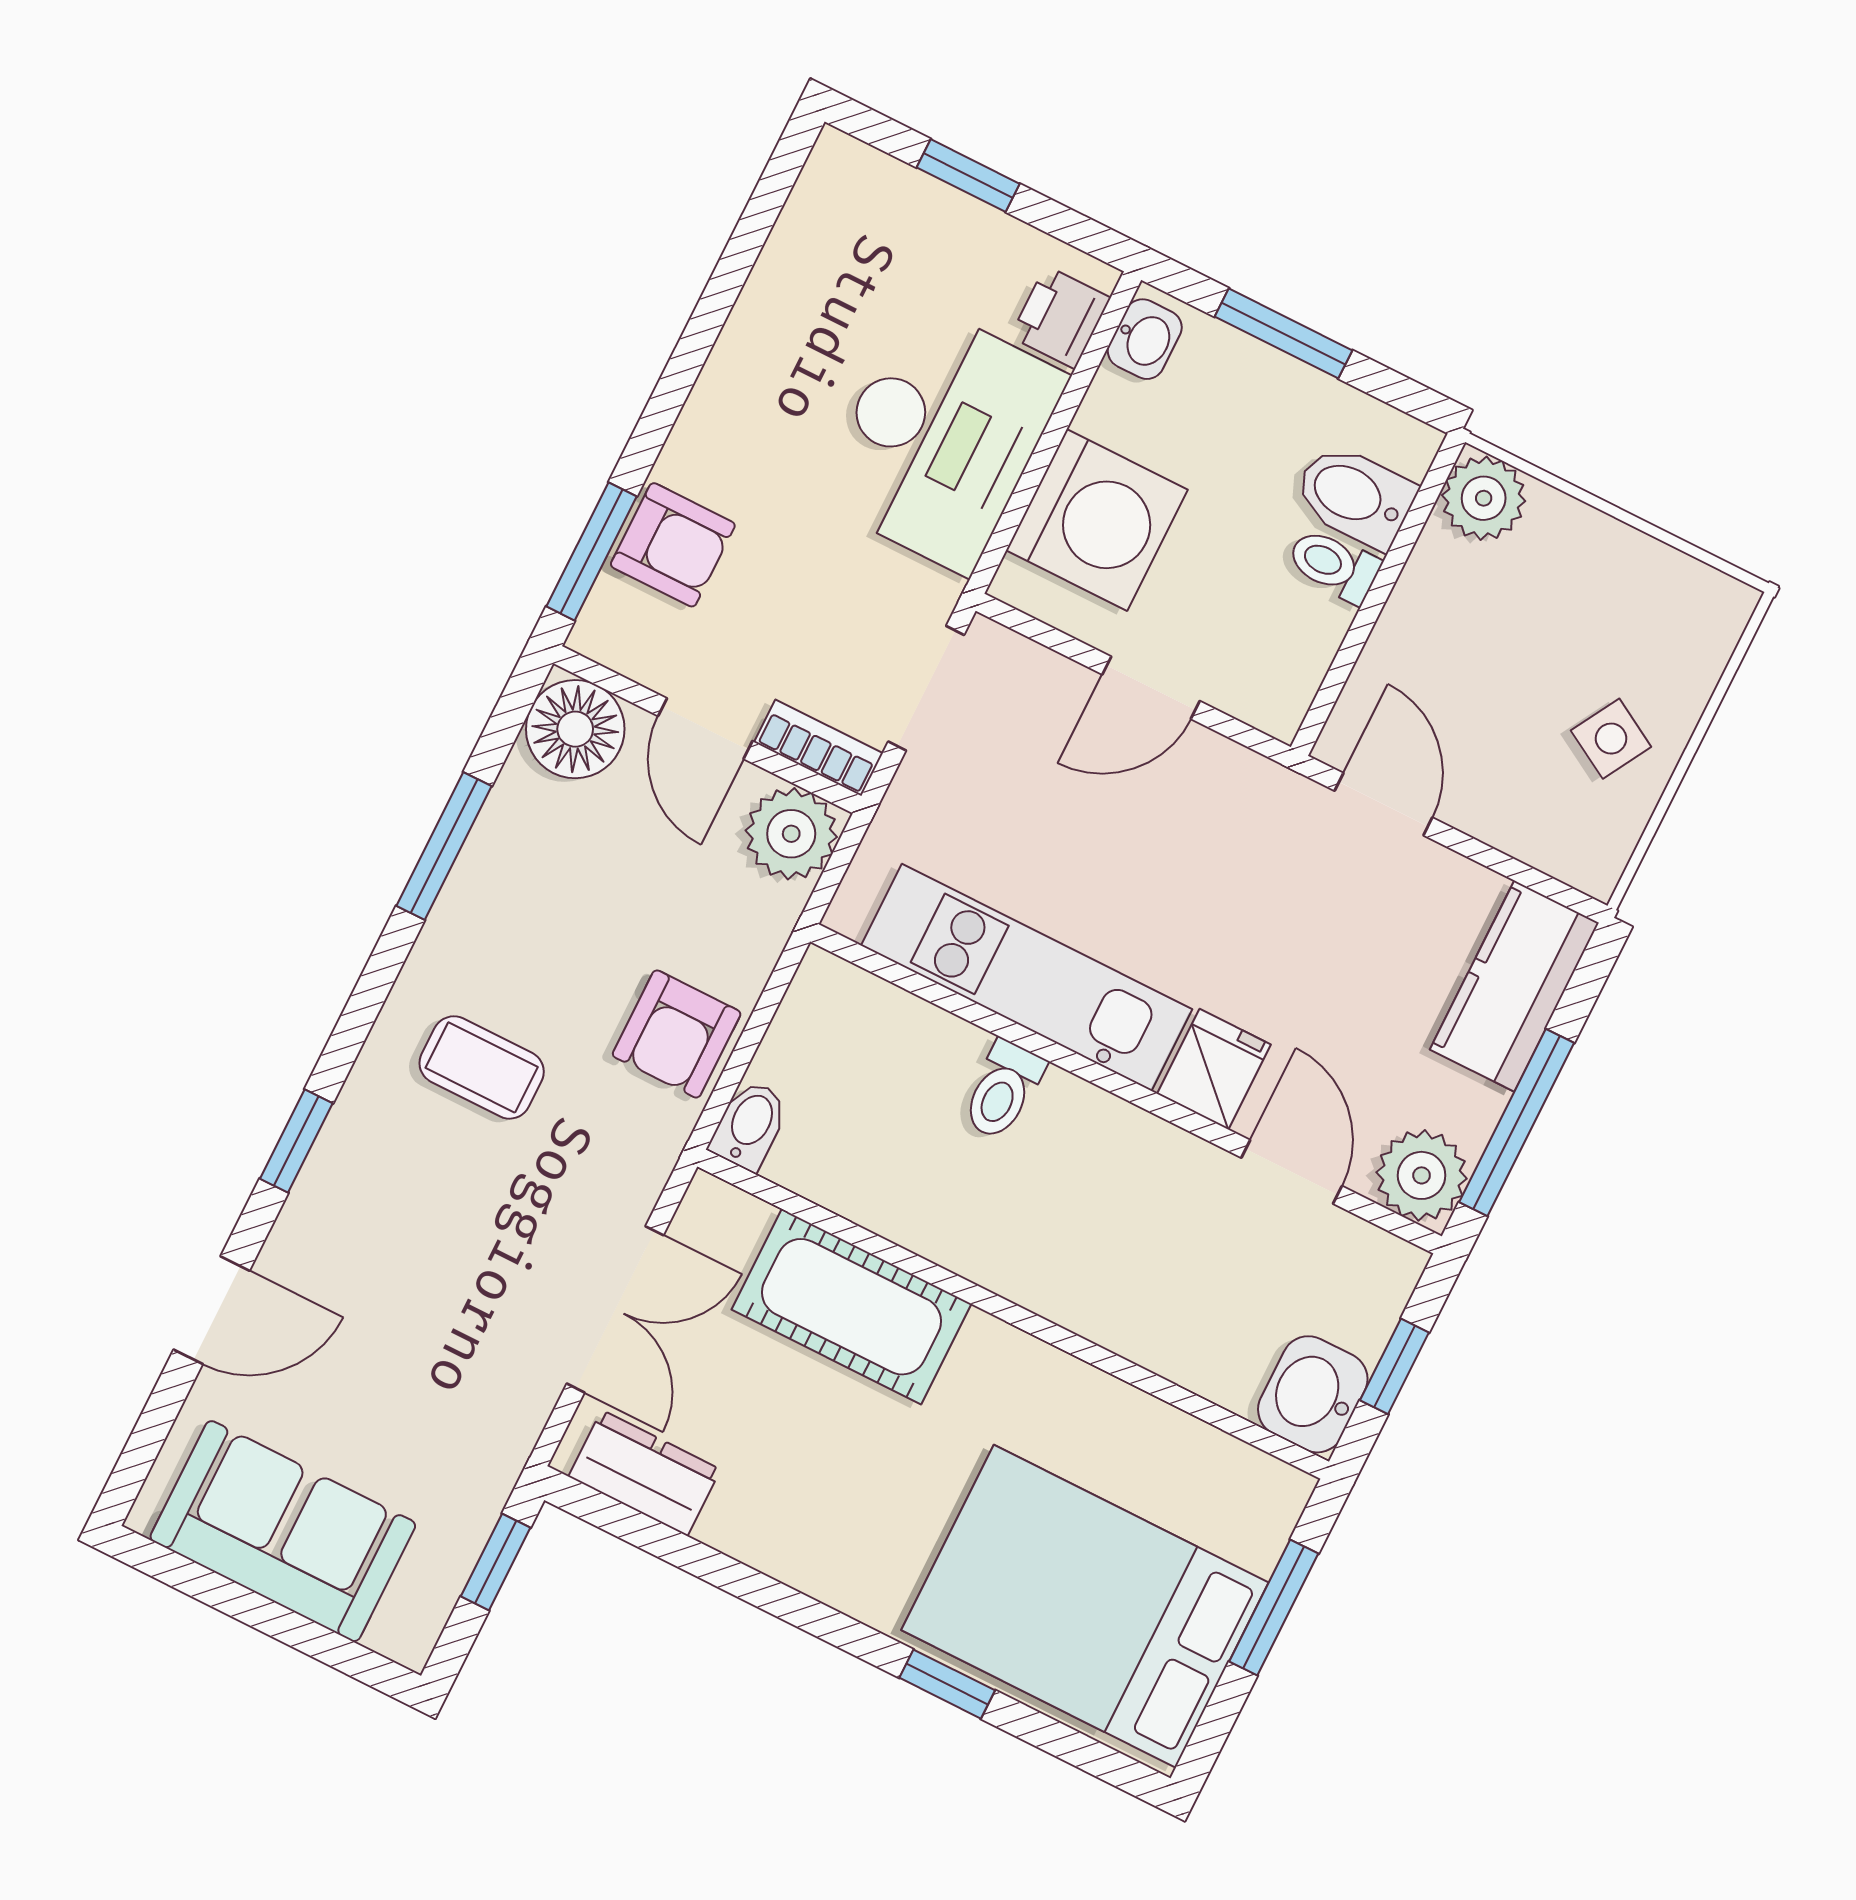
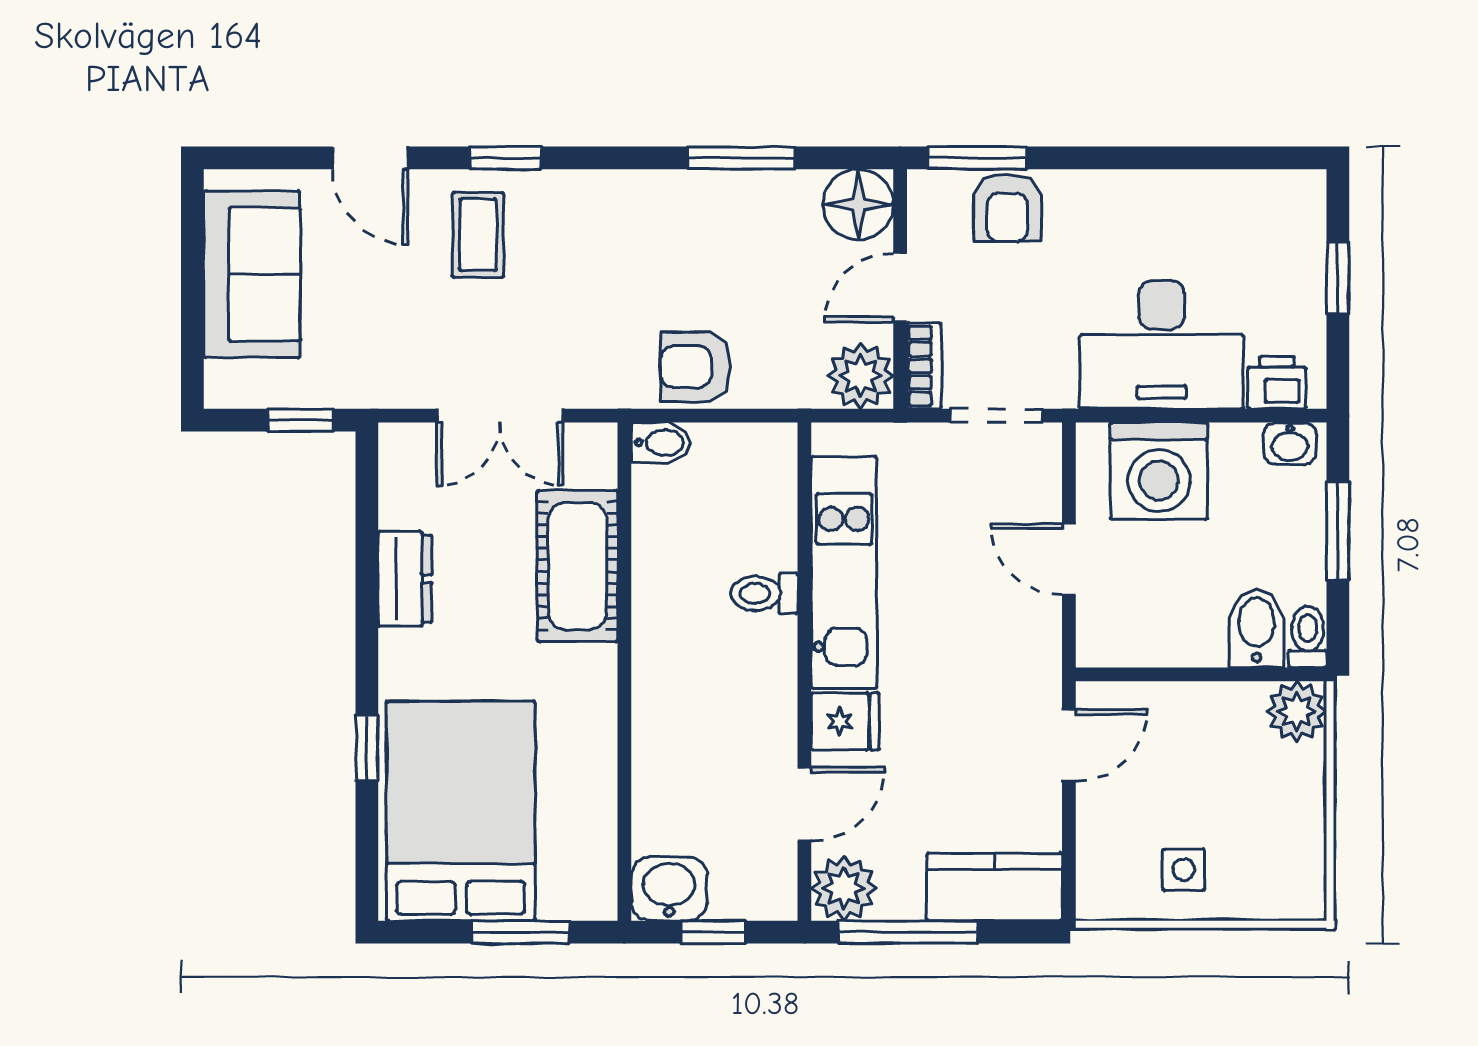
toilet: (1334, 565) -> (1308, 637), moved
side table: (1611, 739) -> (1184, 870), turned -30
coffee table: (482, 1067) -> (478, 235), moved
dresser: (645, 1473) -> (405, 579), moved

